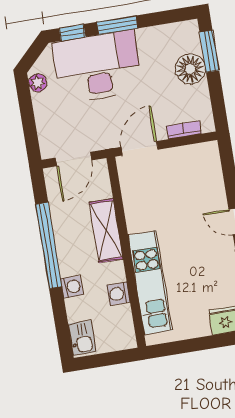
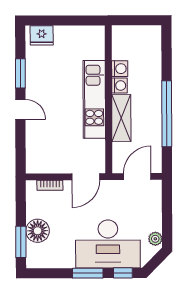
kitchen unit: (150, 283) -> (94, 99), moved
washing machine: (72, 287) -> (119, 86), moved, turned 180
kitchen sink: (82, 338) -> (152, 40), removed

